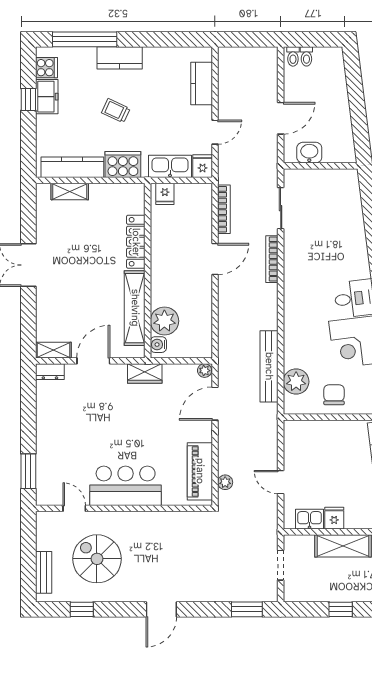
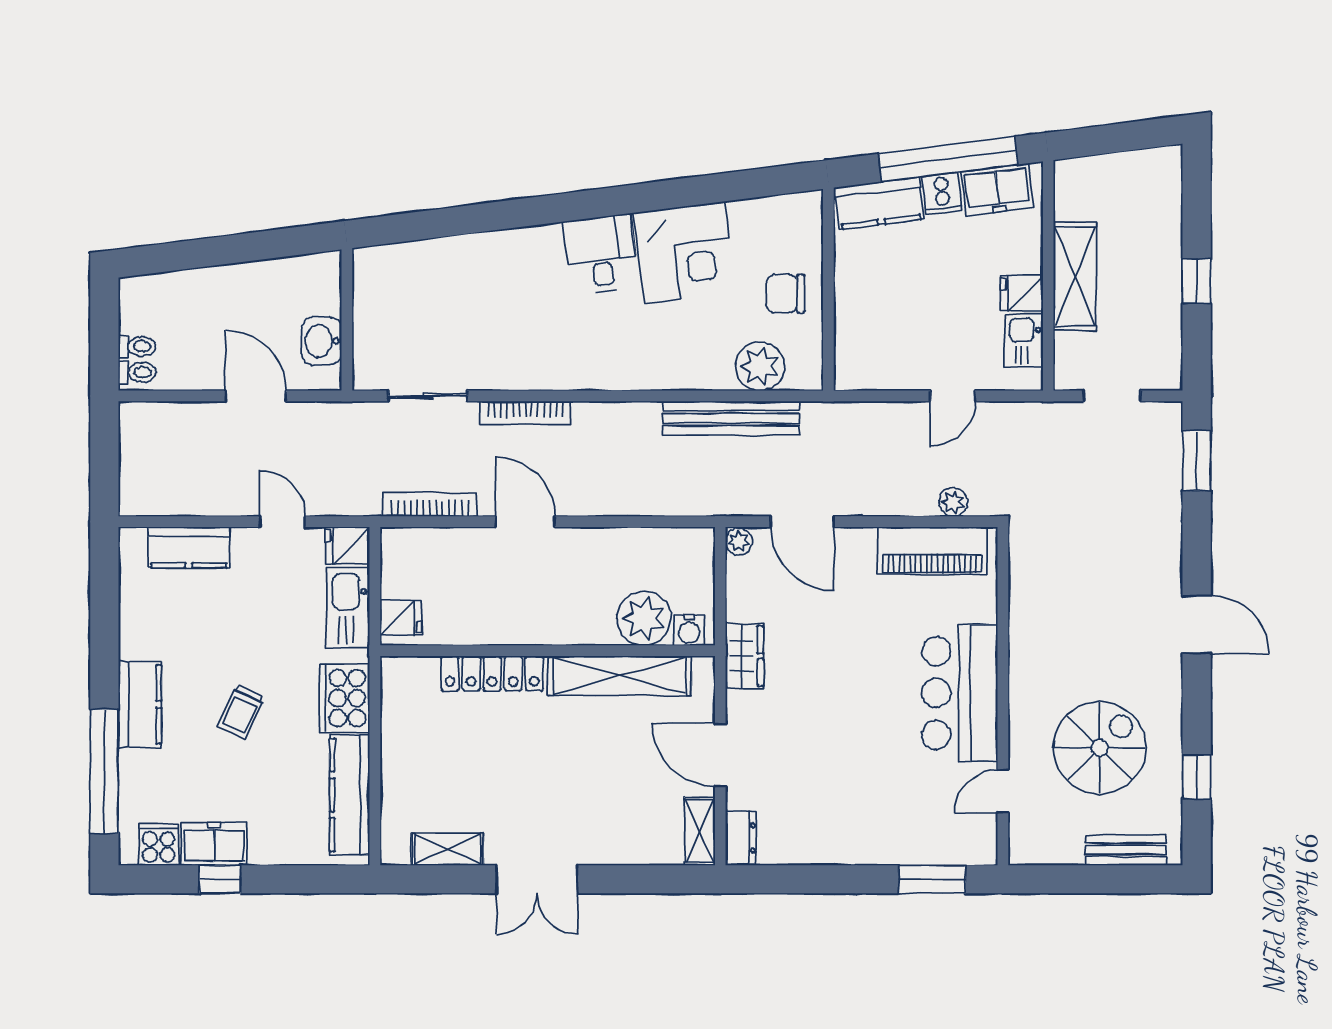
shelving: (70, 192) -> (448, 849), moved, turned 90
spiral stairs: (97, 559) -> (1100, 748), turned 180

